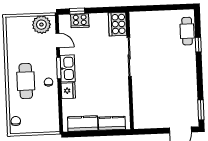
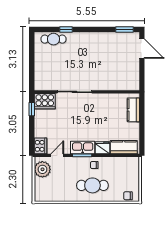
window: (77, 11) -> (32, 109), moved
cooker: (80, 21) -> (40, 146), moved
kitchen counter: (83, 124) -> (124, 147), moved, turned 90

